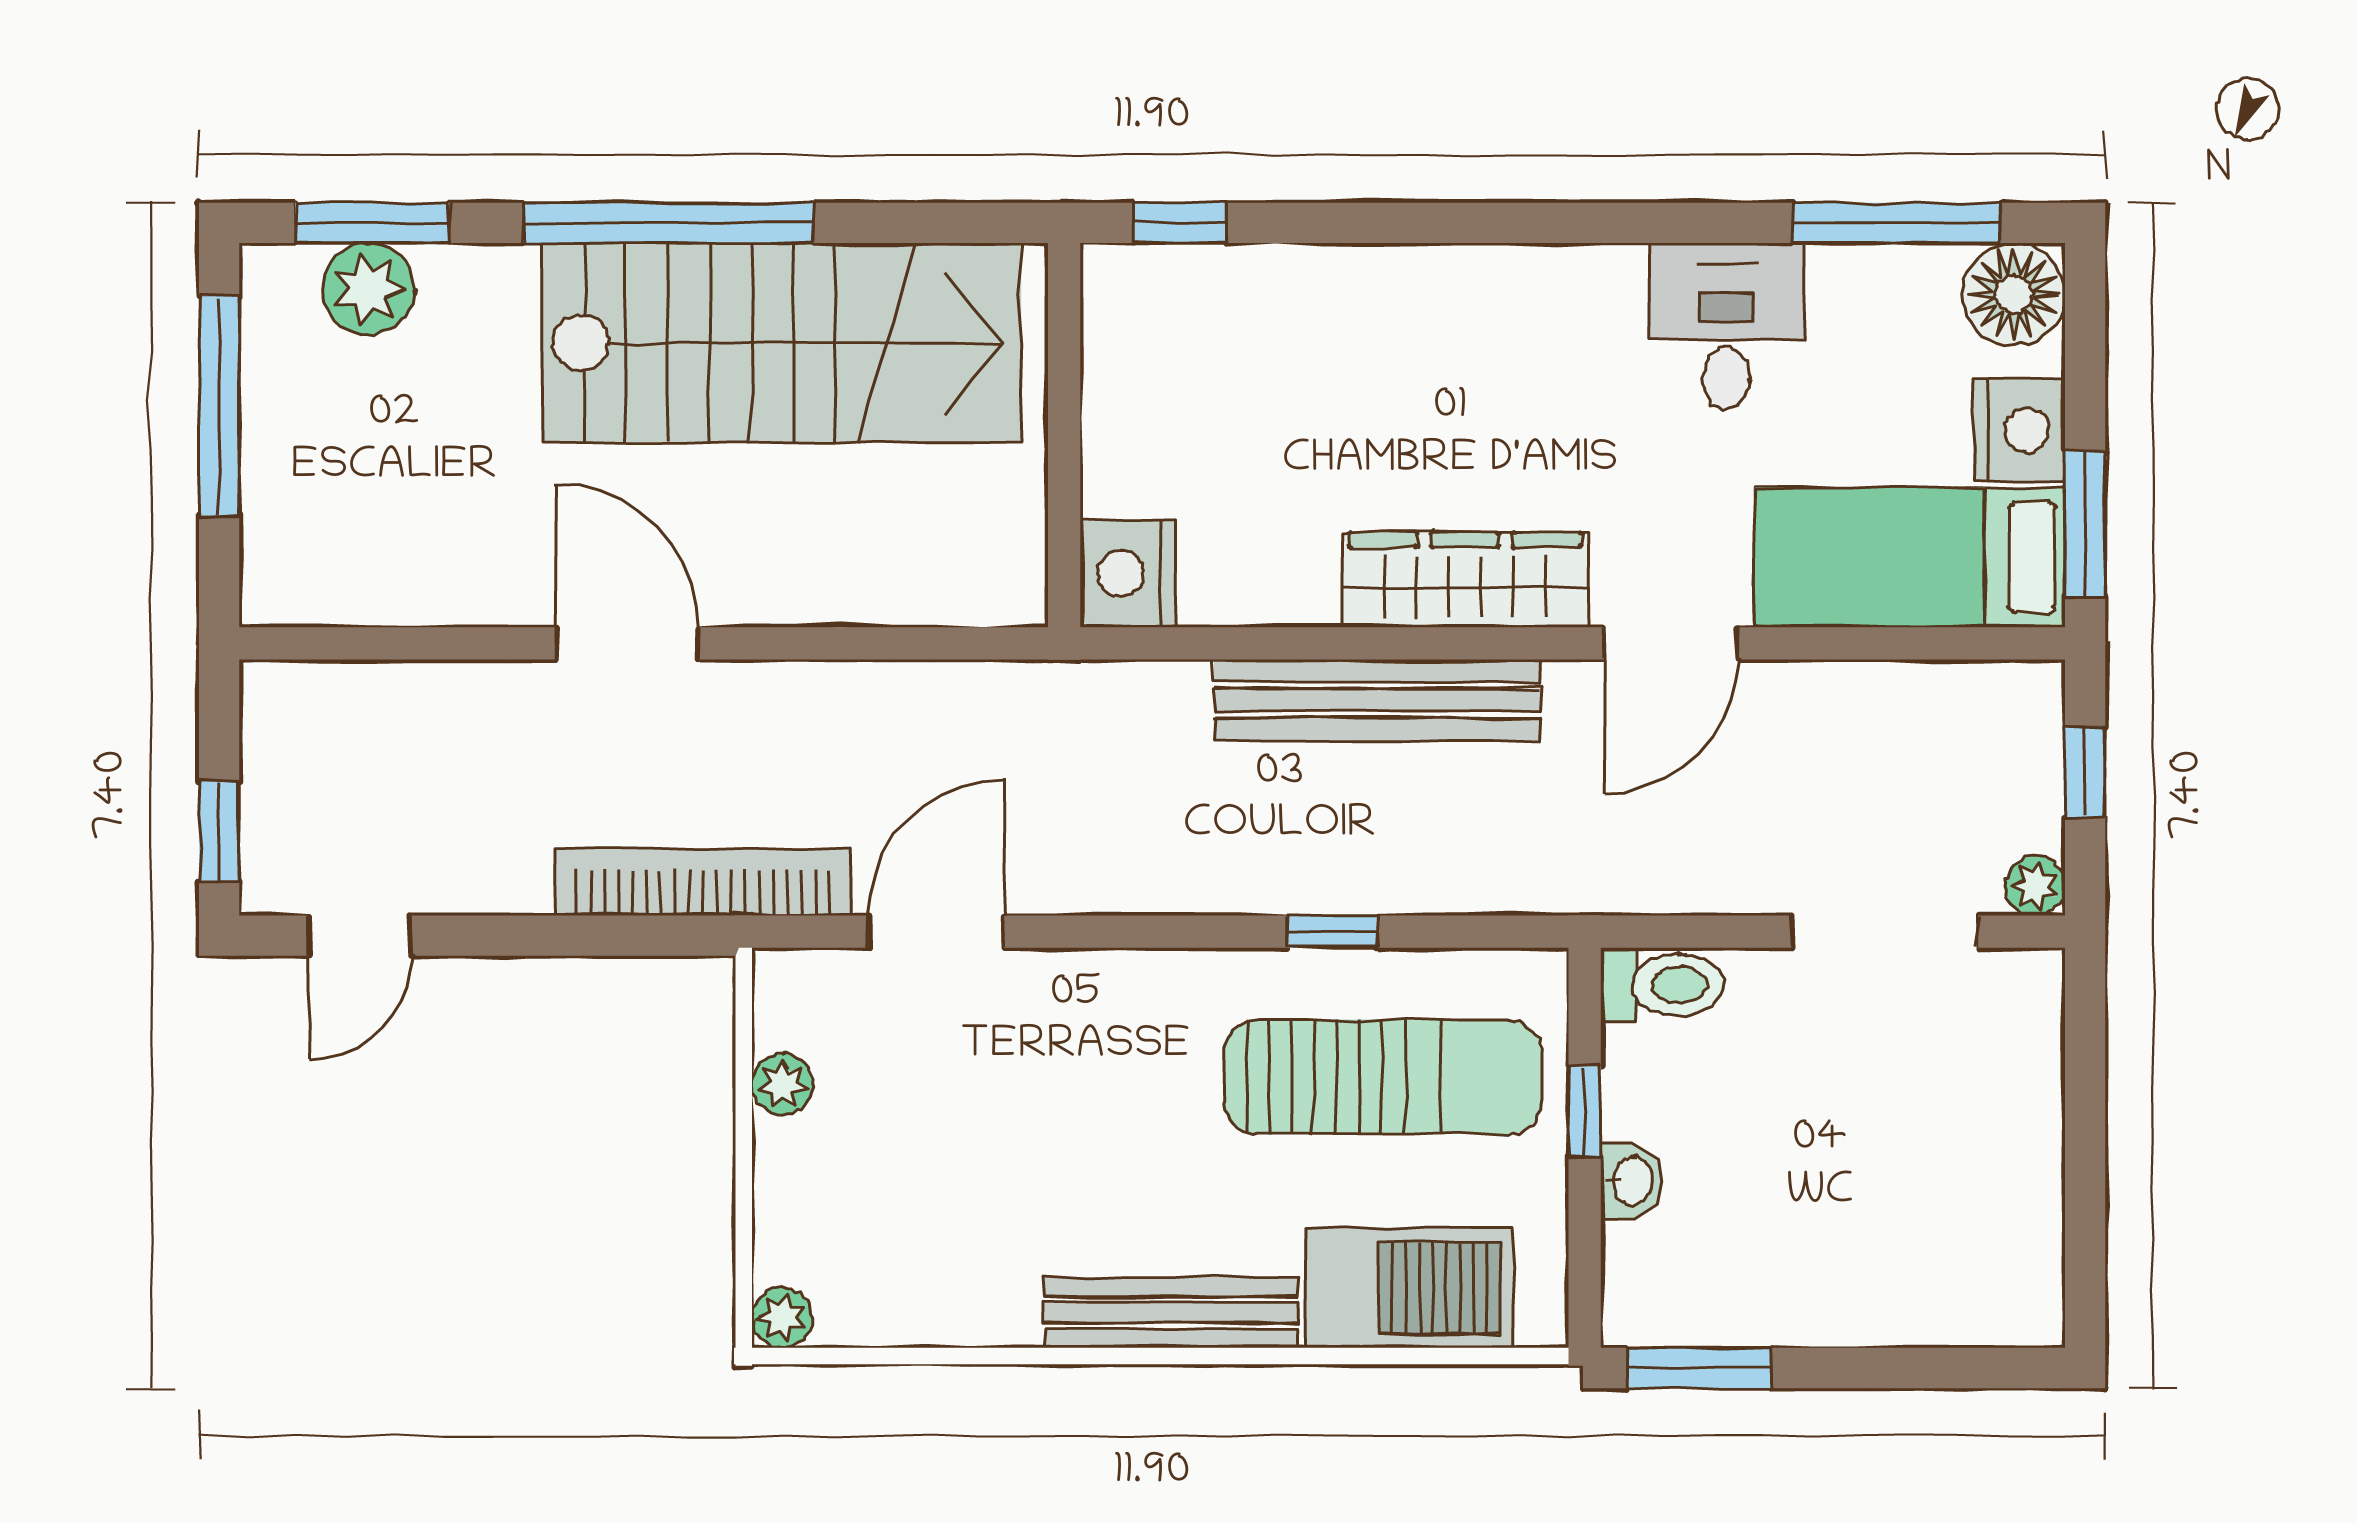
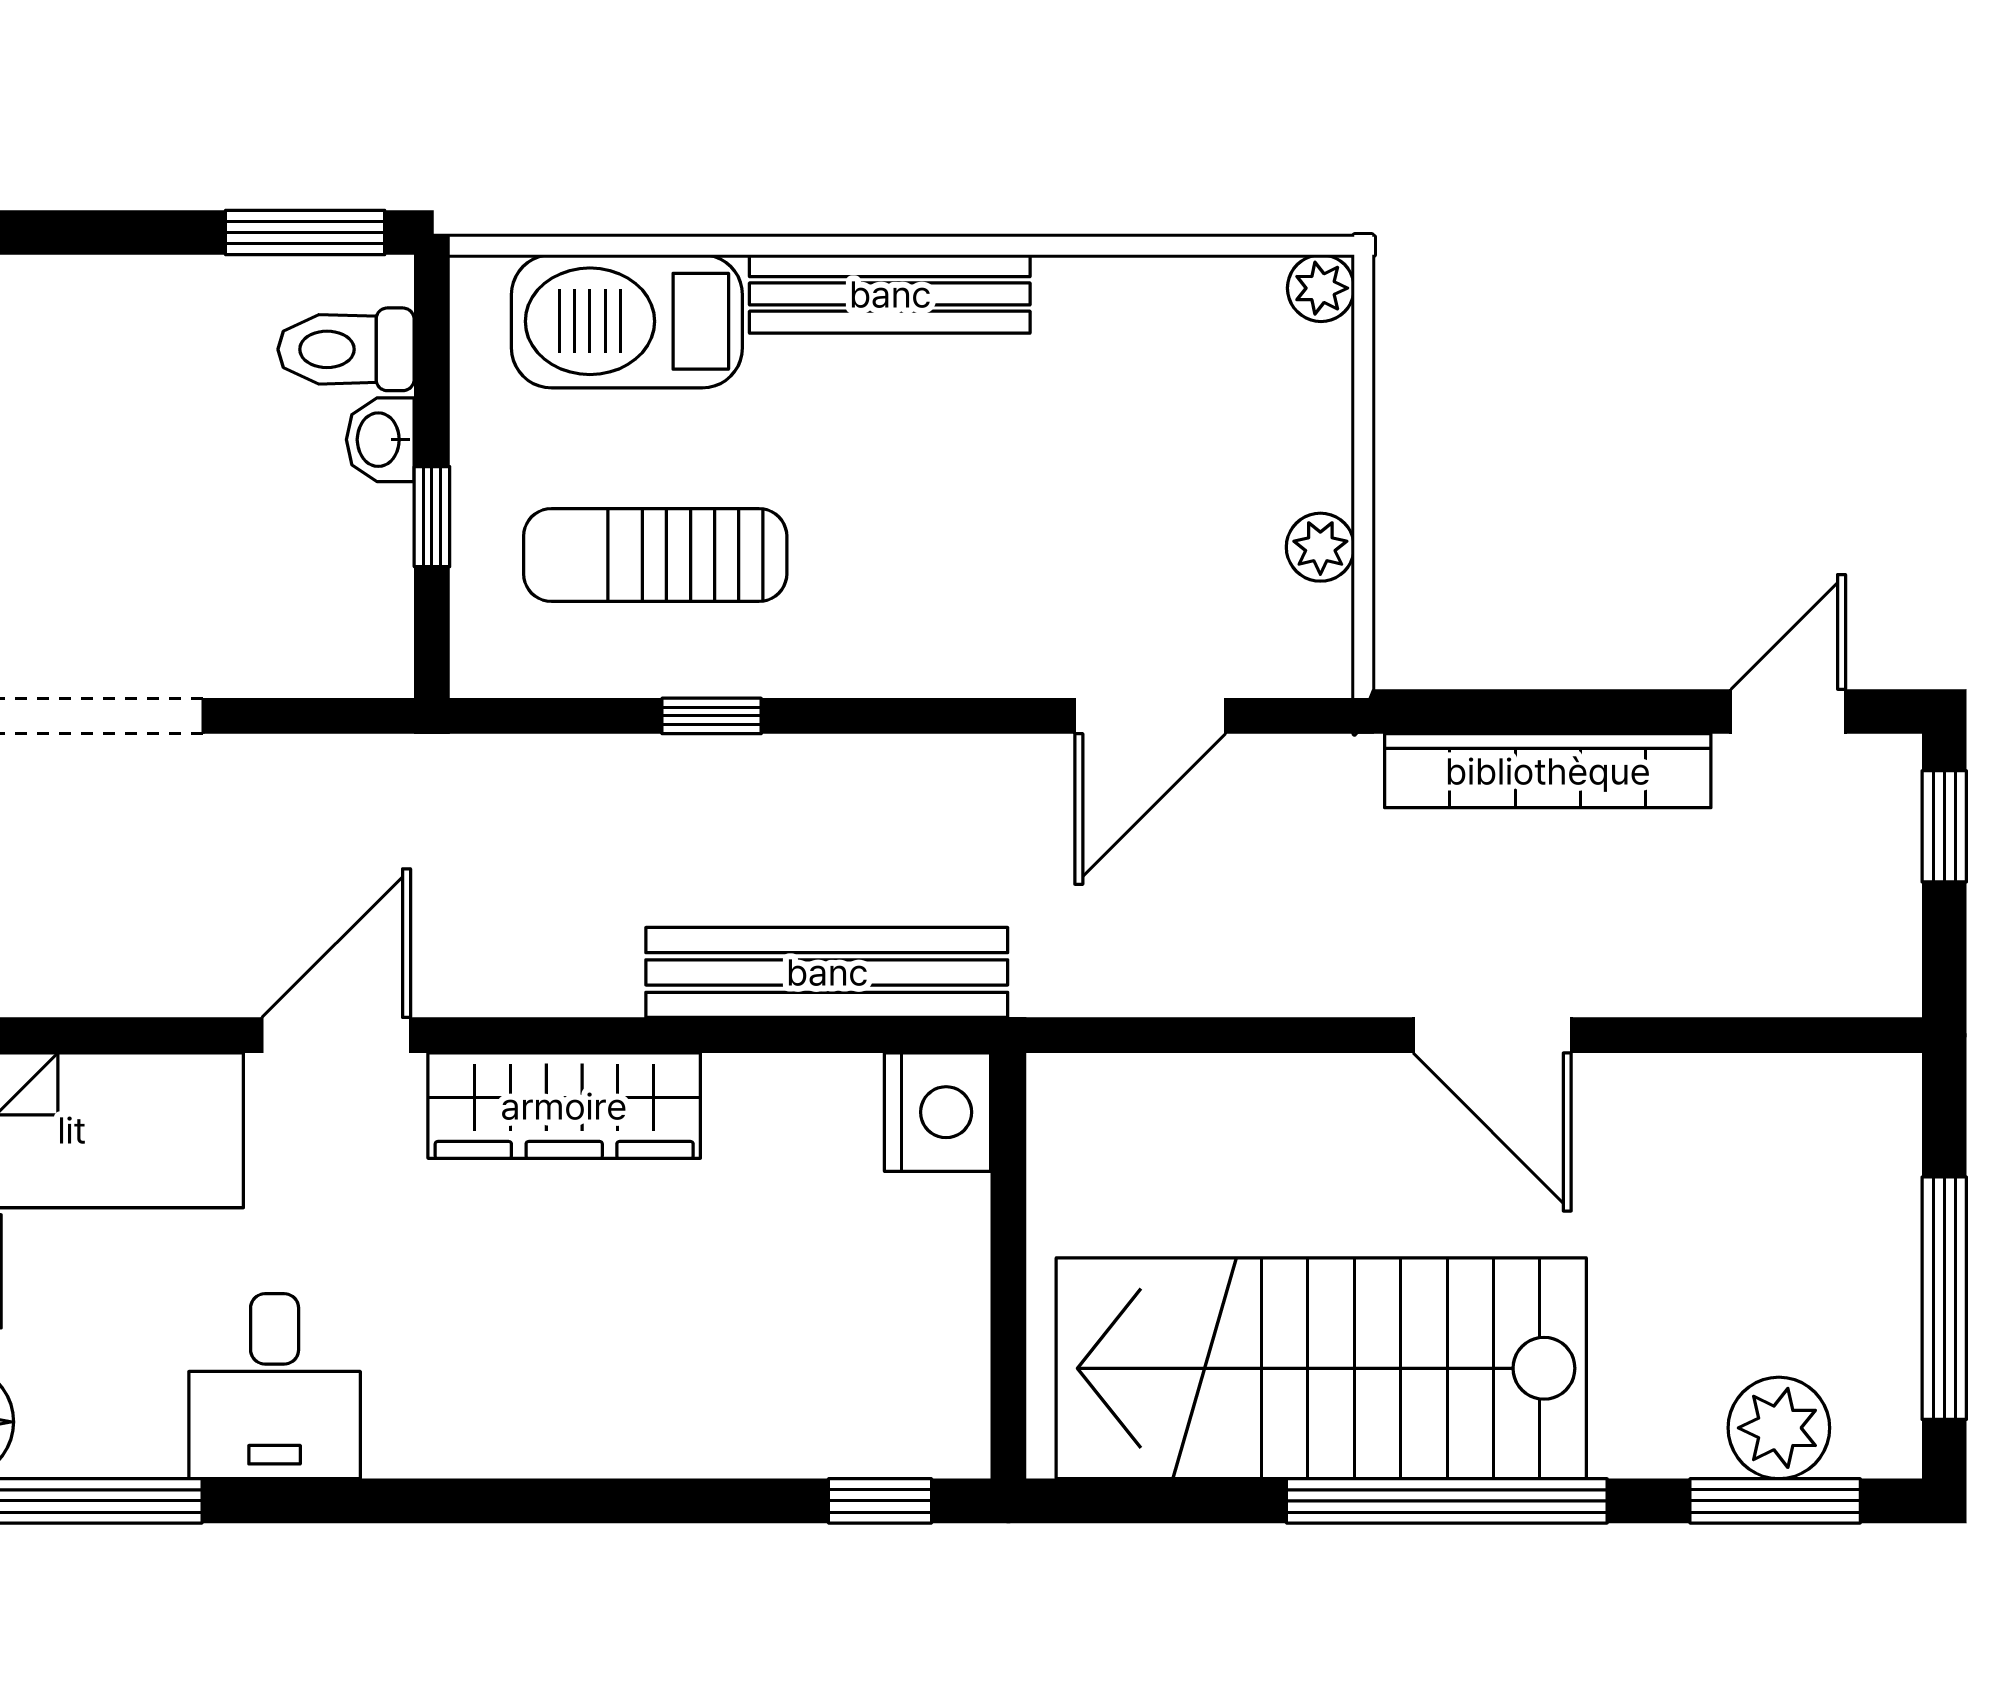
bench: (1377, 700) -> (827, 972), moved
bookcase: (703, 882) -> (1548, 771), moved
toilet: (1662, 985) -> (346, 349), moved
sun lounger: (1383, 1077) -> (655, 555), width x0.73, depth x0.75

